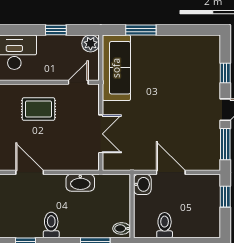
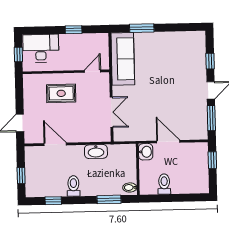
plant: (91, 43) -> (102, 40), removed

